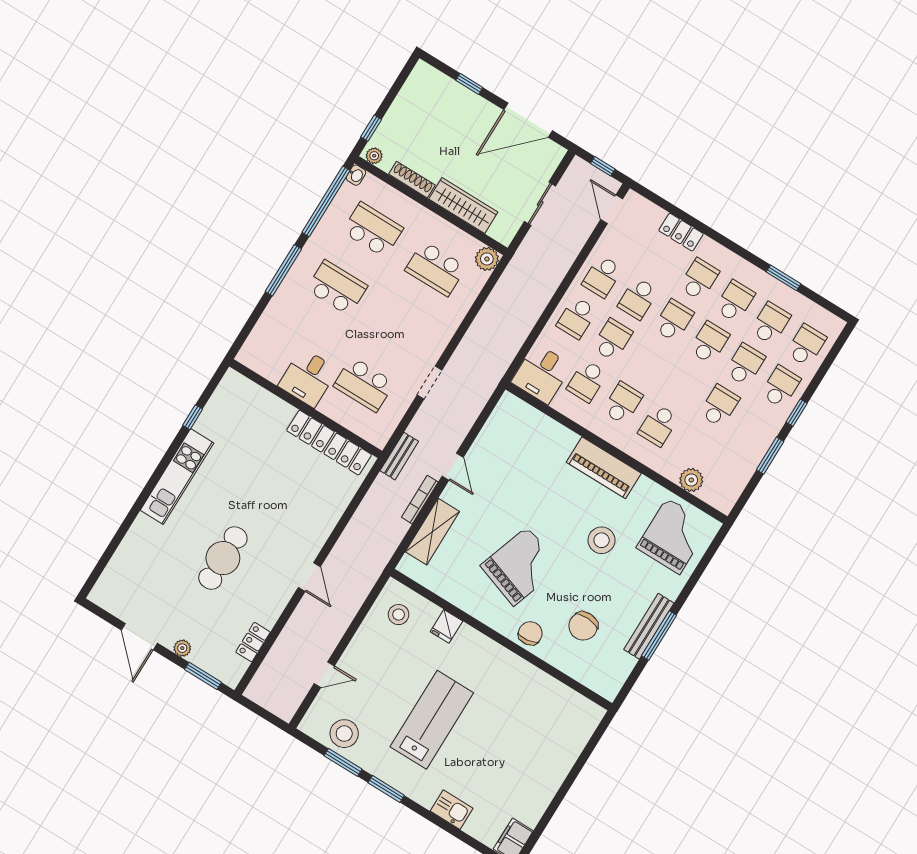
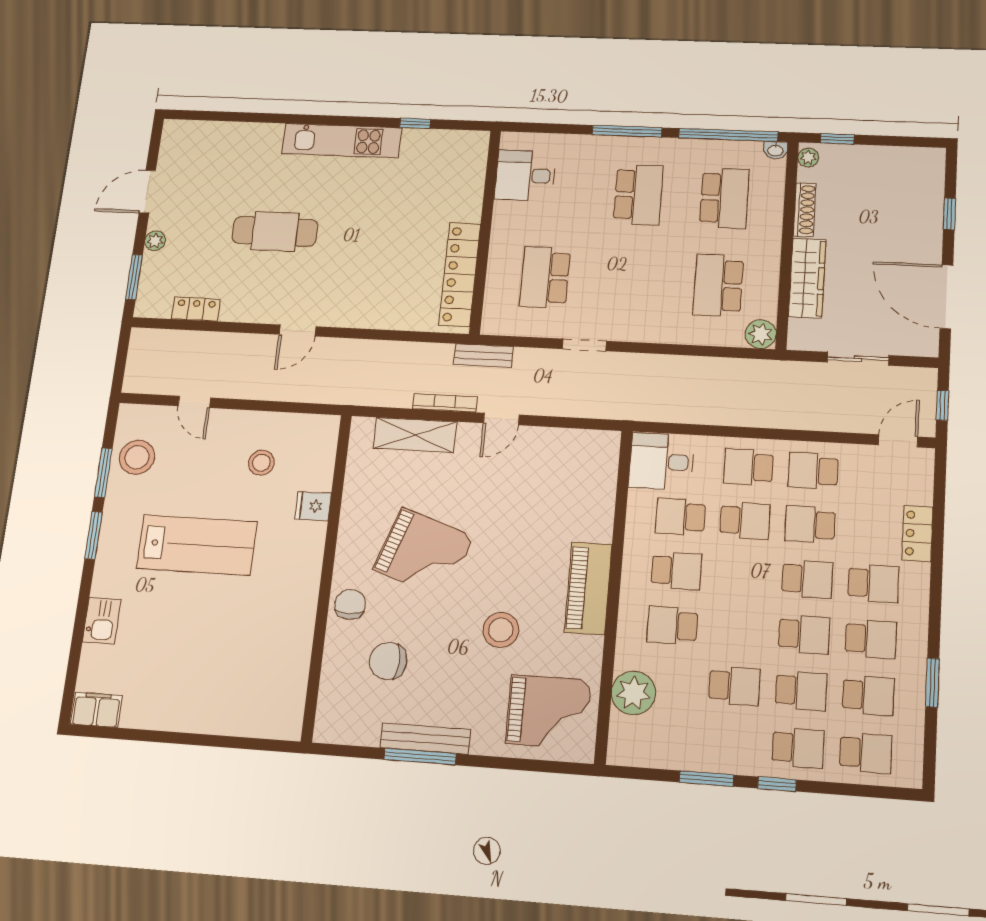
desk: (308, 378) -> (525, 176), moved
plant: (691, 480) -> (633, 693), width x1.36, depth x1.36
stool: (399, 615) -> (261, 463), moved
chair: (530, 633) -> (350, 604), turned -82

